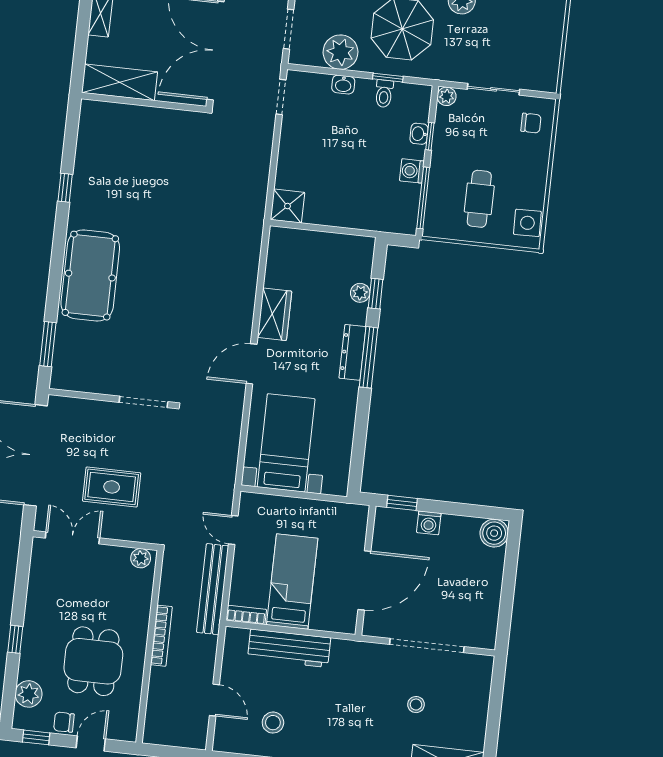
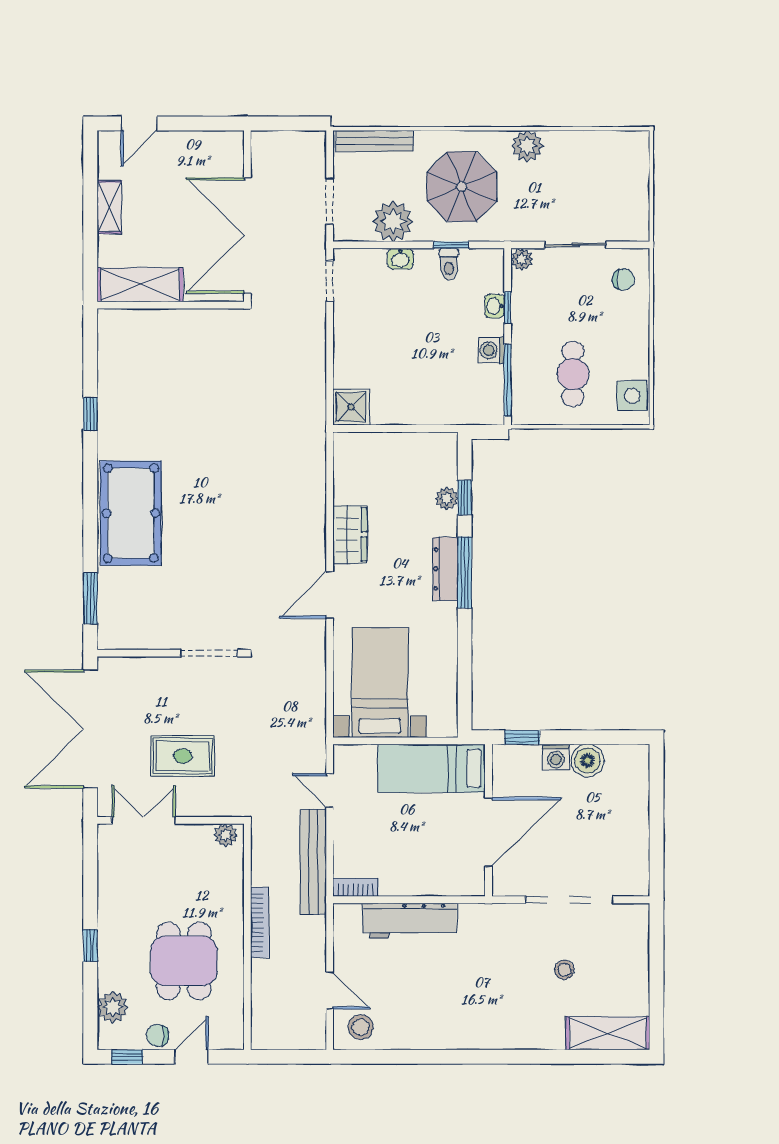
boiler: (494, 533) -> (587, 761), moved
bed: (292, 582) -> (432, 768), moved, turned -90
stool: (273, 723) -> (361, 1027), moved

